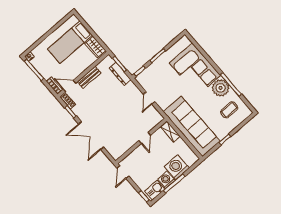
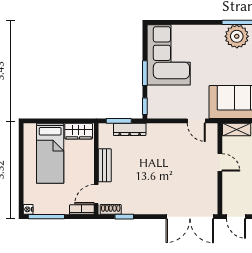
corner sofa: (195, 69) -> (169, 55), moved, turned -90
door: (149, 98) -> (196, 121), moved
double door: (91, 135) -> (190, 217), moved

